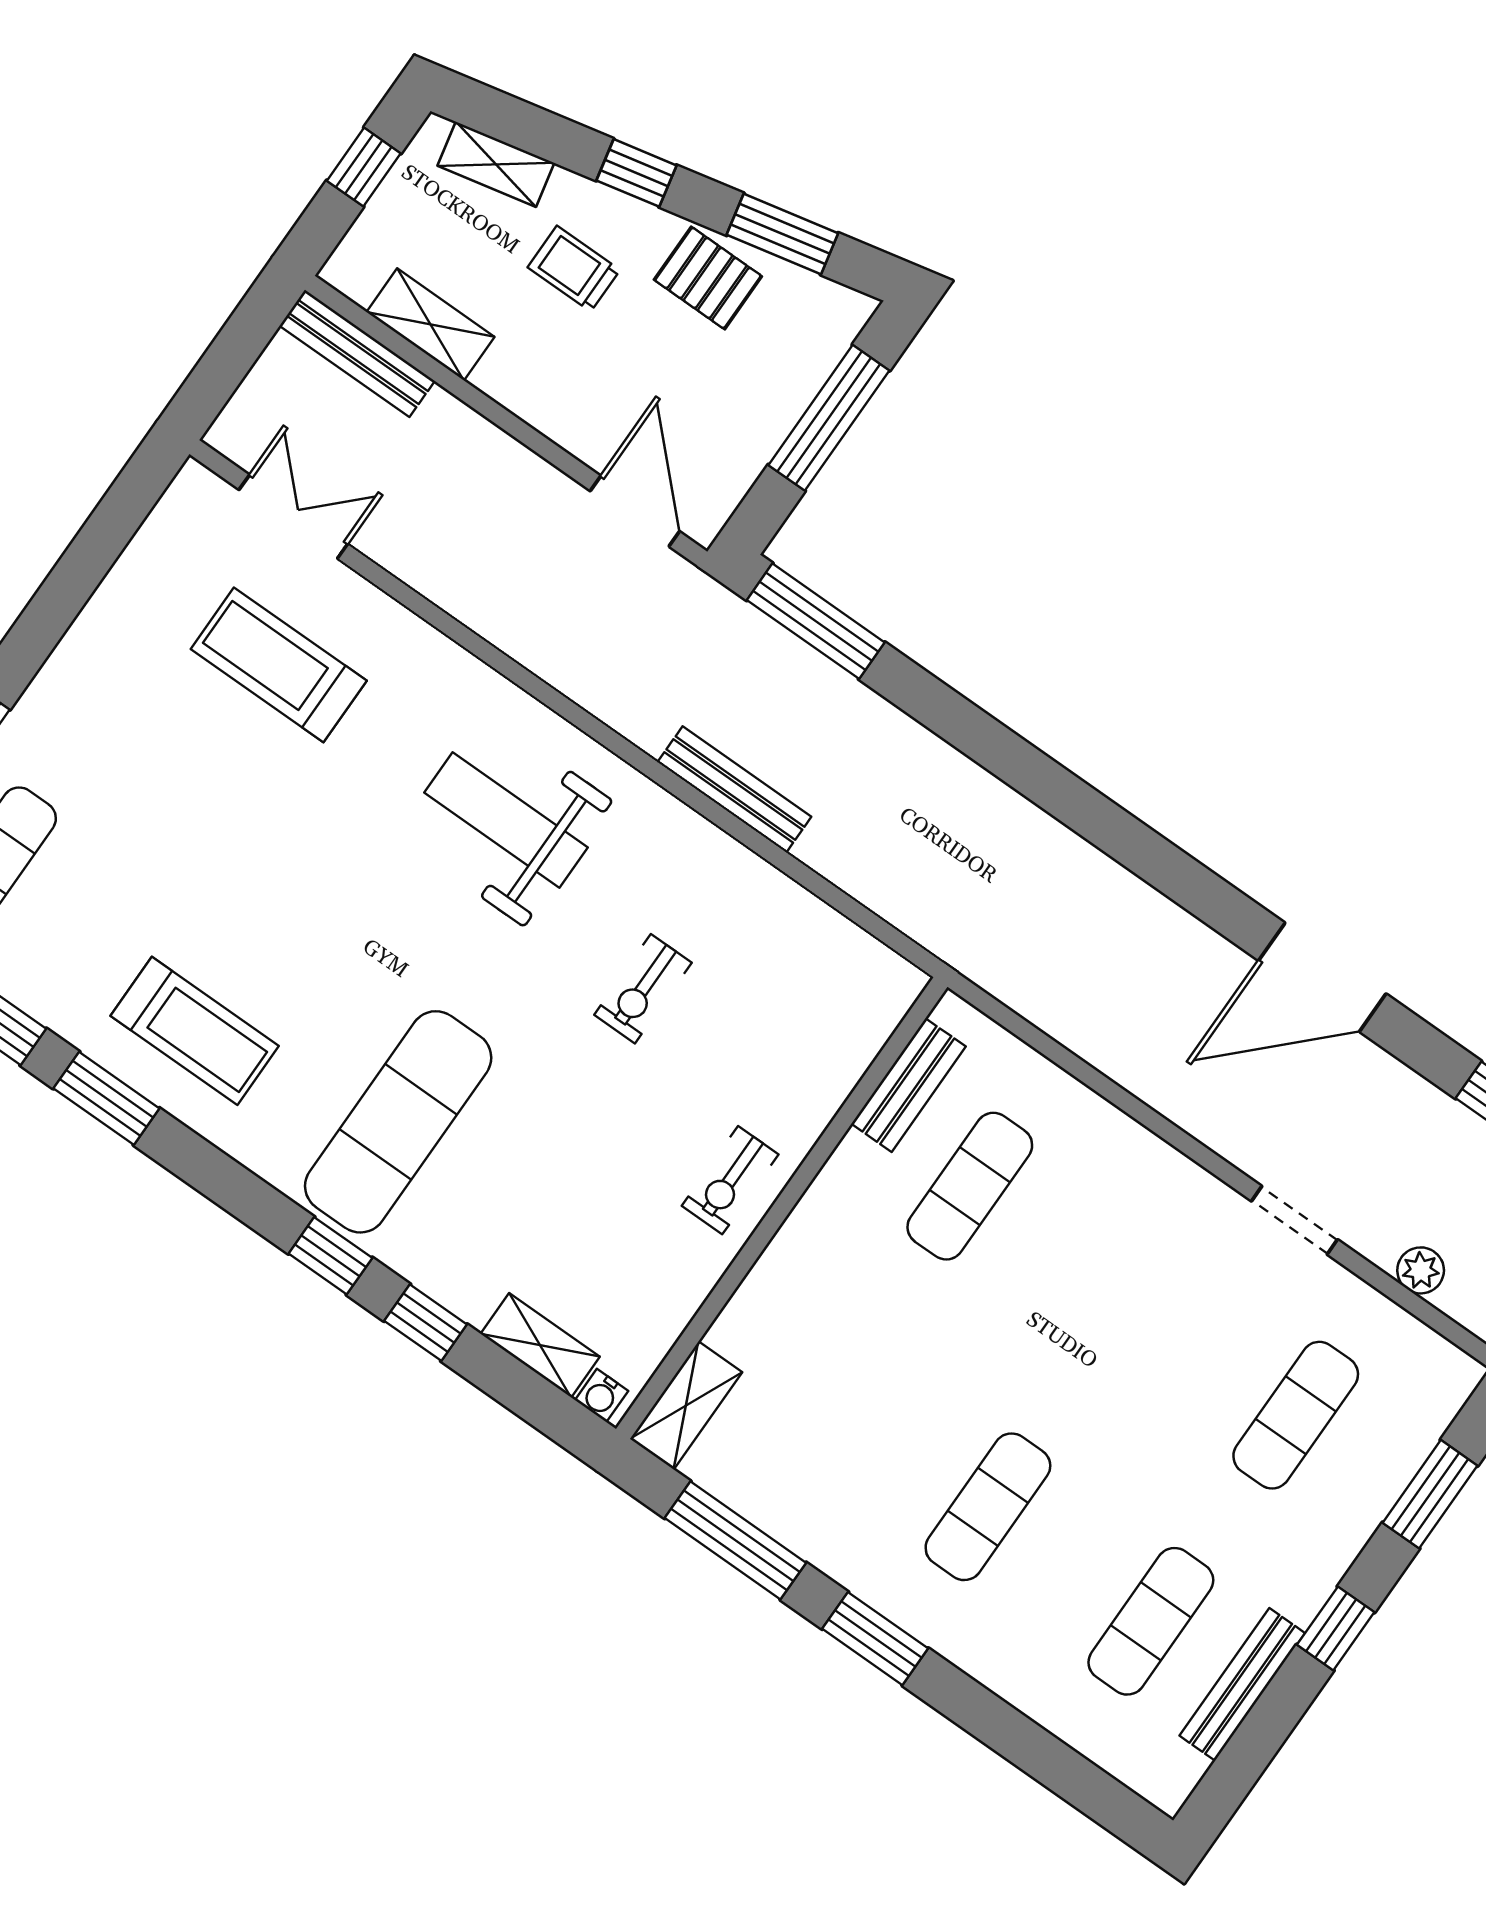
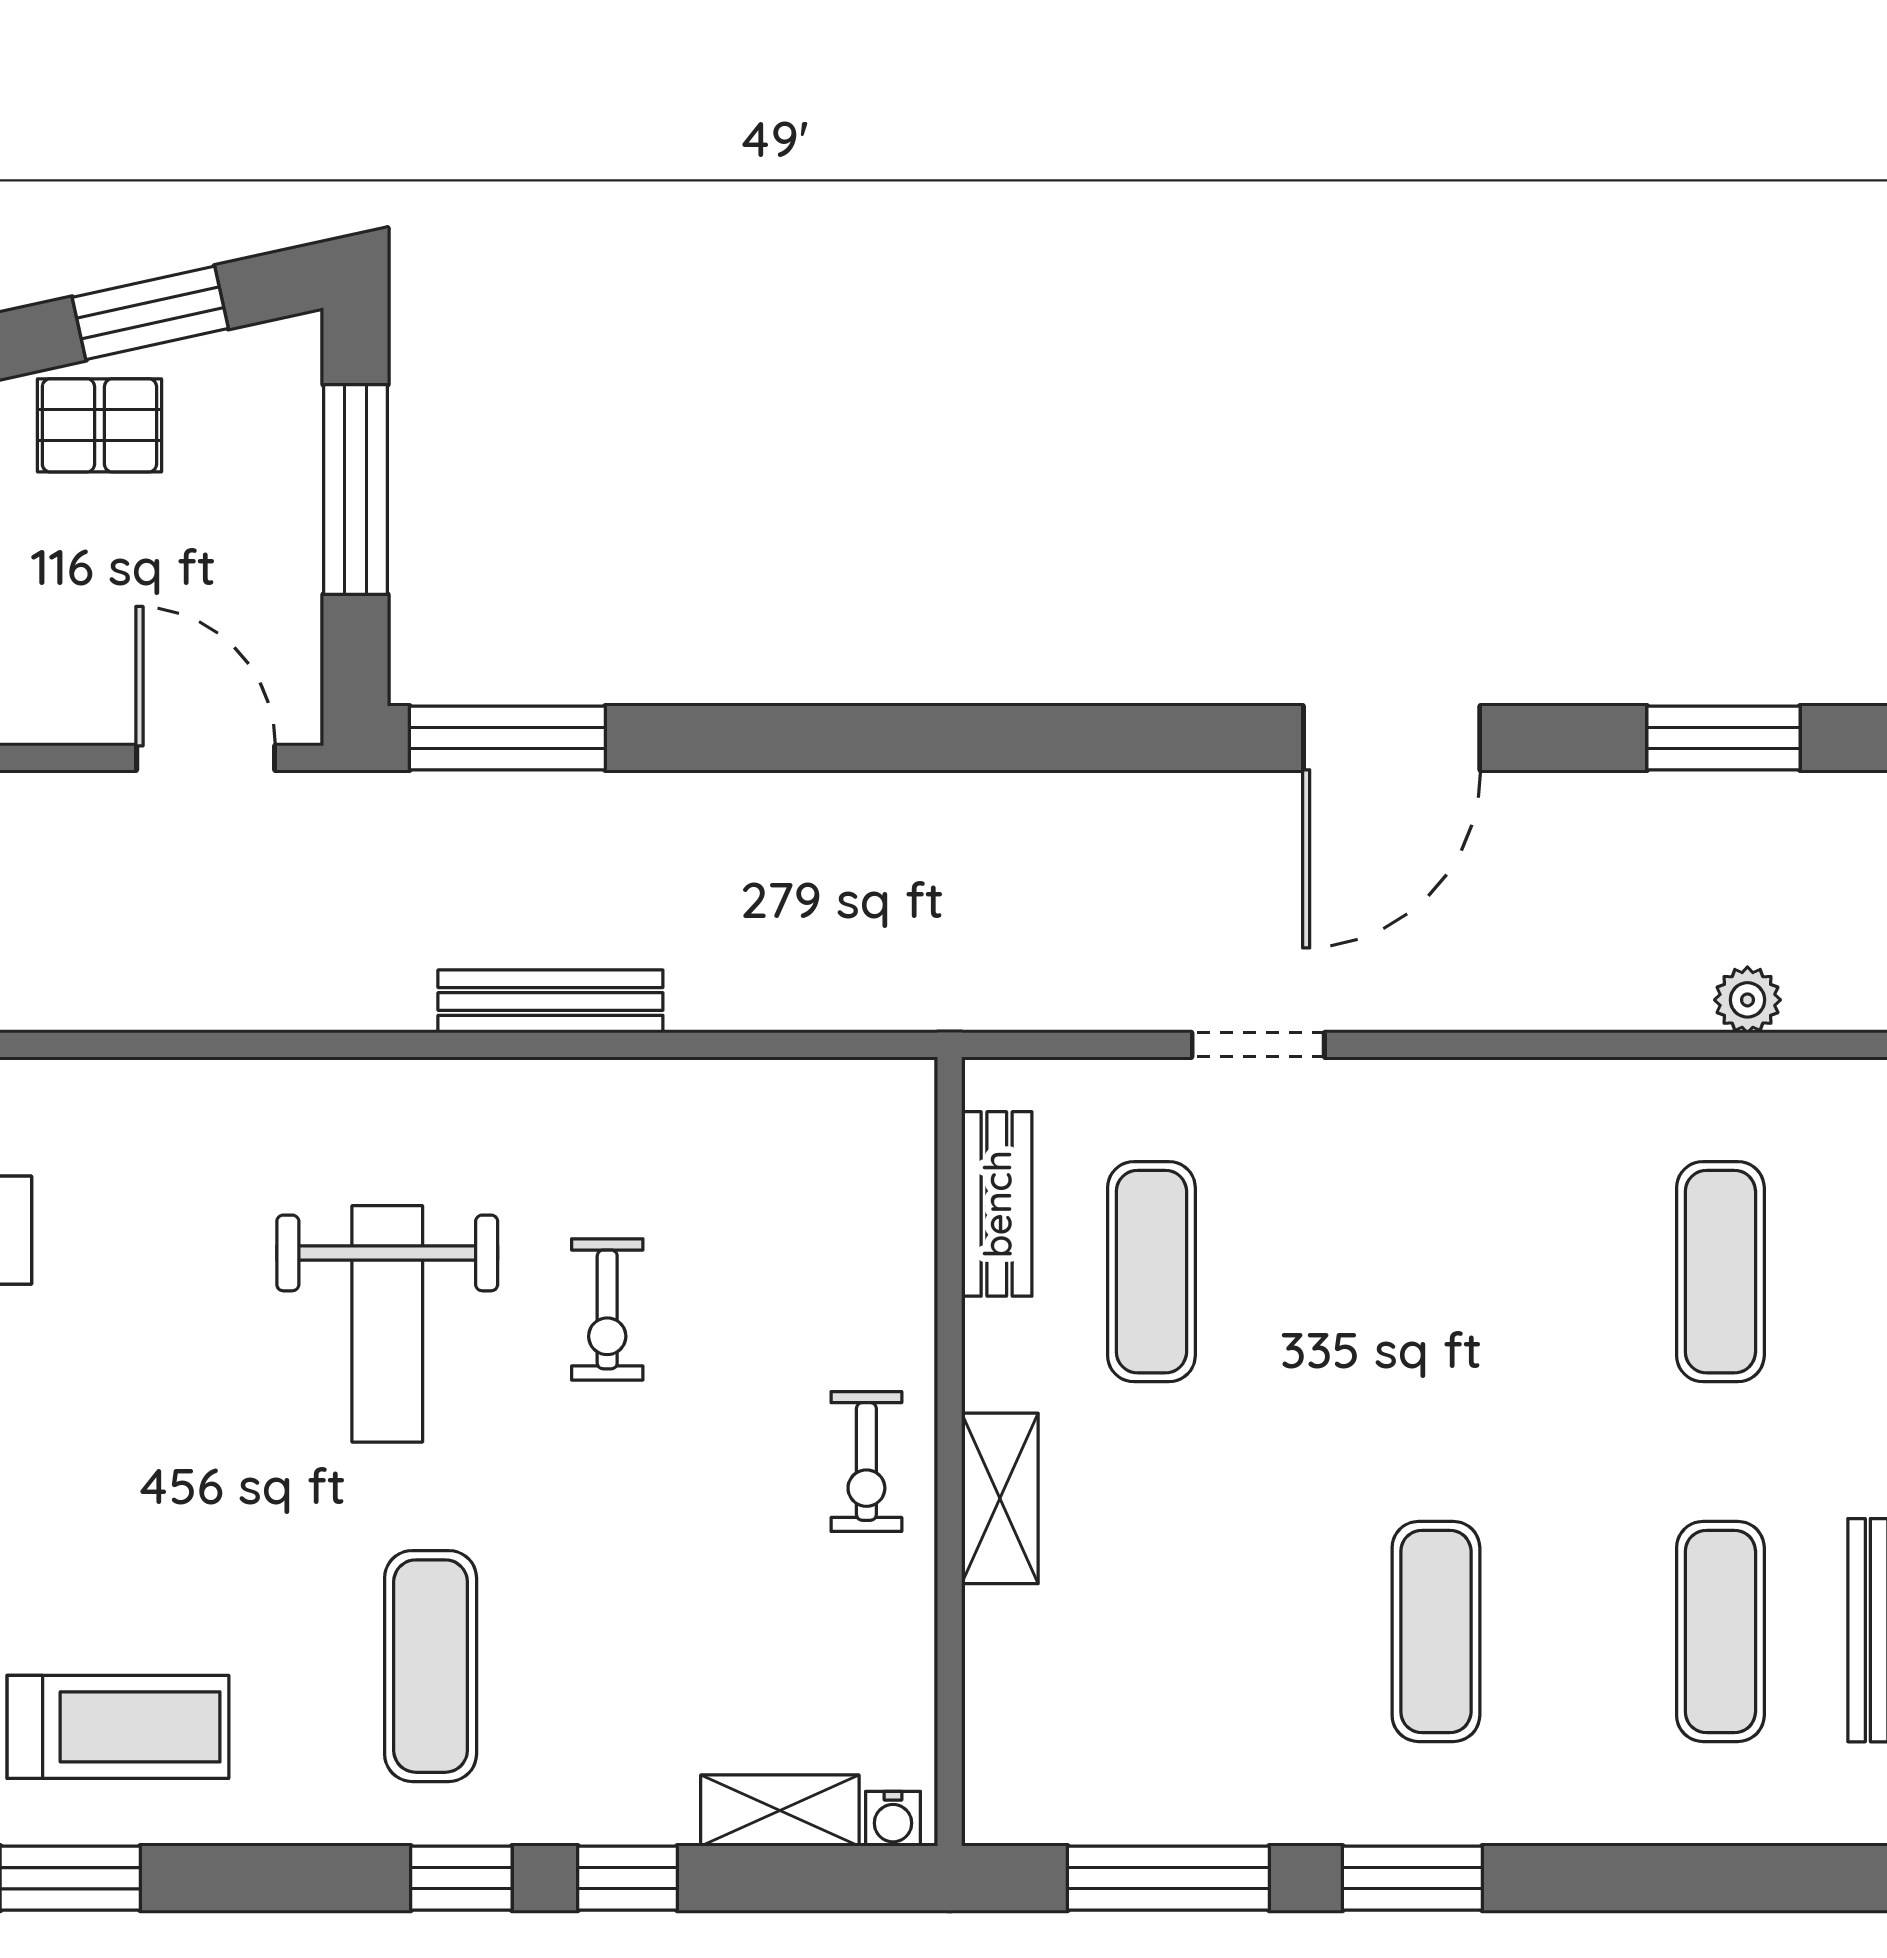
weight bench: (506, 820) -> (387, 1324), moved, turned -90
exercise mat: (398, 1122) -> (431, 1666), width x0.73, depth x0.69
doorway: (1295, 1220) -> (1258, 1045), moved
shelving: (686, 1405) -> (1000, 1498), moved

